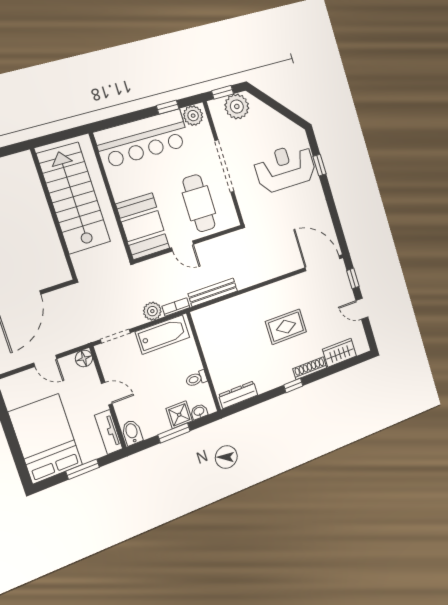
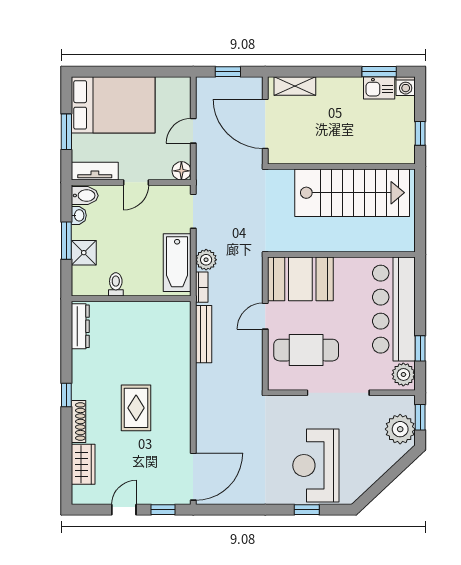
reception desk: (285, 168) -> (316, 465), turned 180
stairs: (74, 198) -> (352, 193), moved
wall: (54, 214) -> (341, 166), moved
washbasin: (199, 412) -> (79, 215), moved

